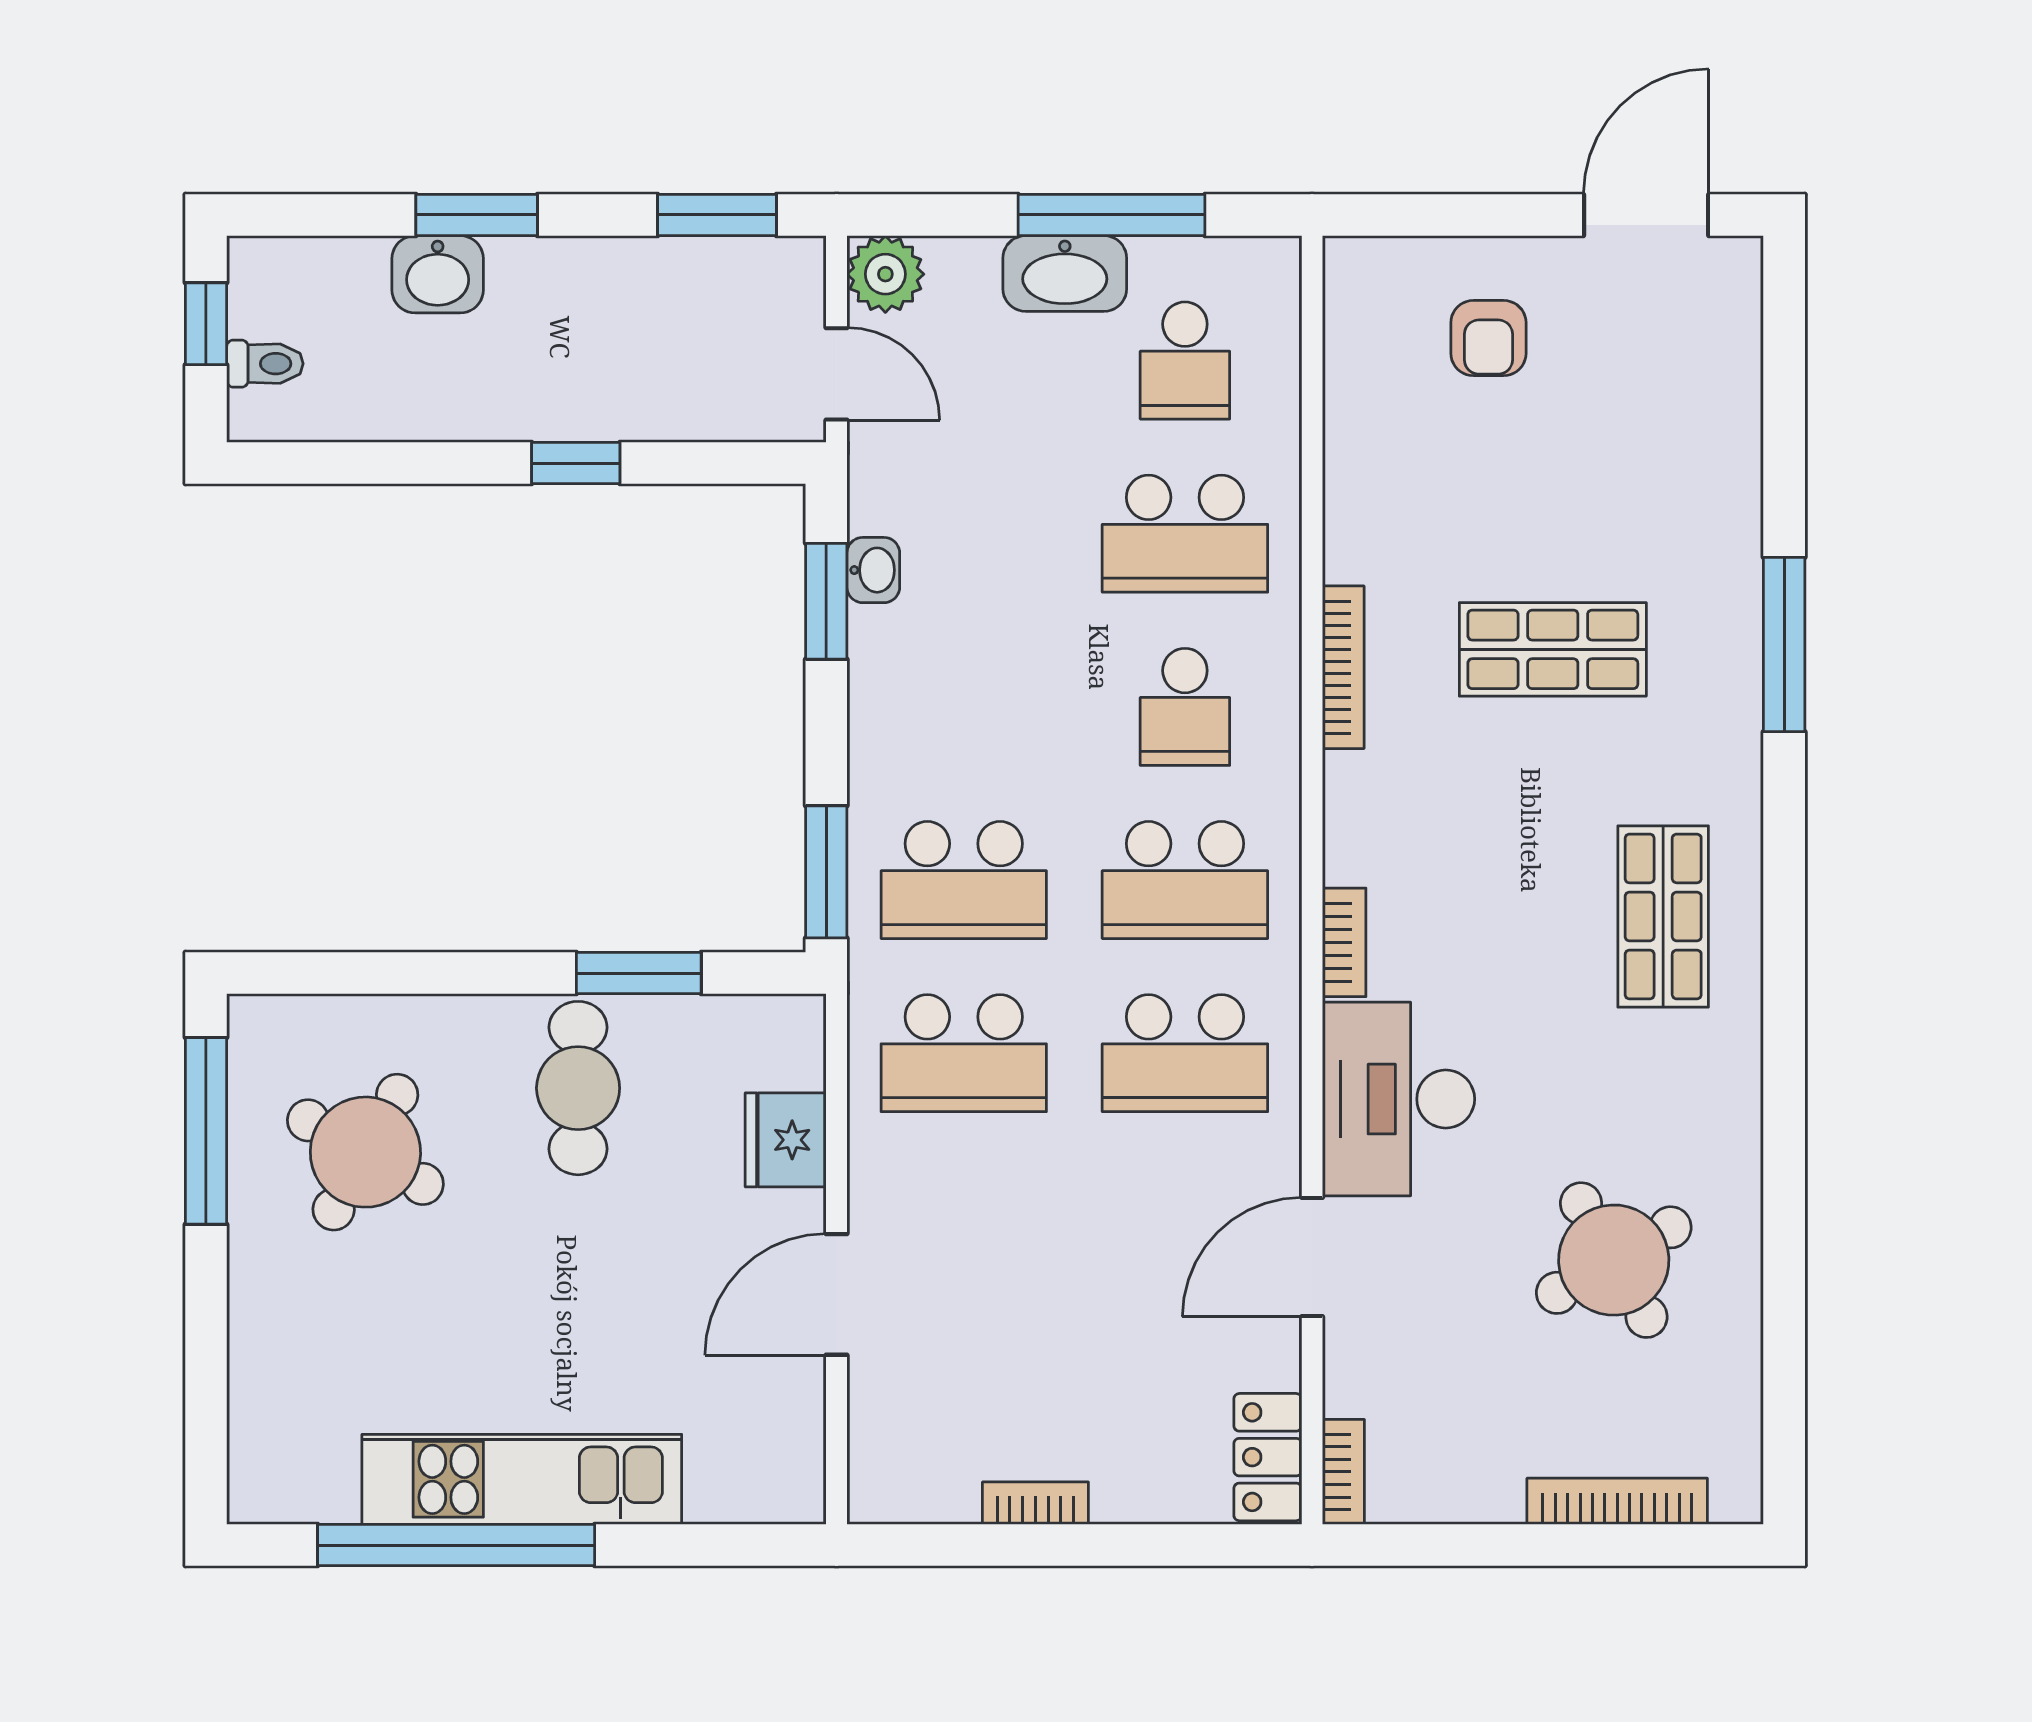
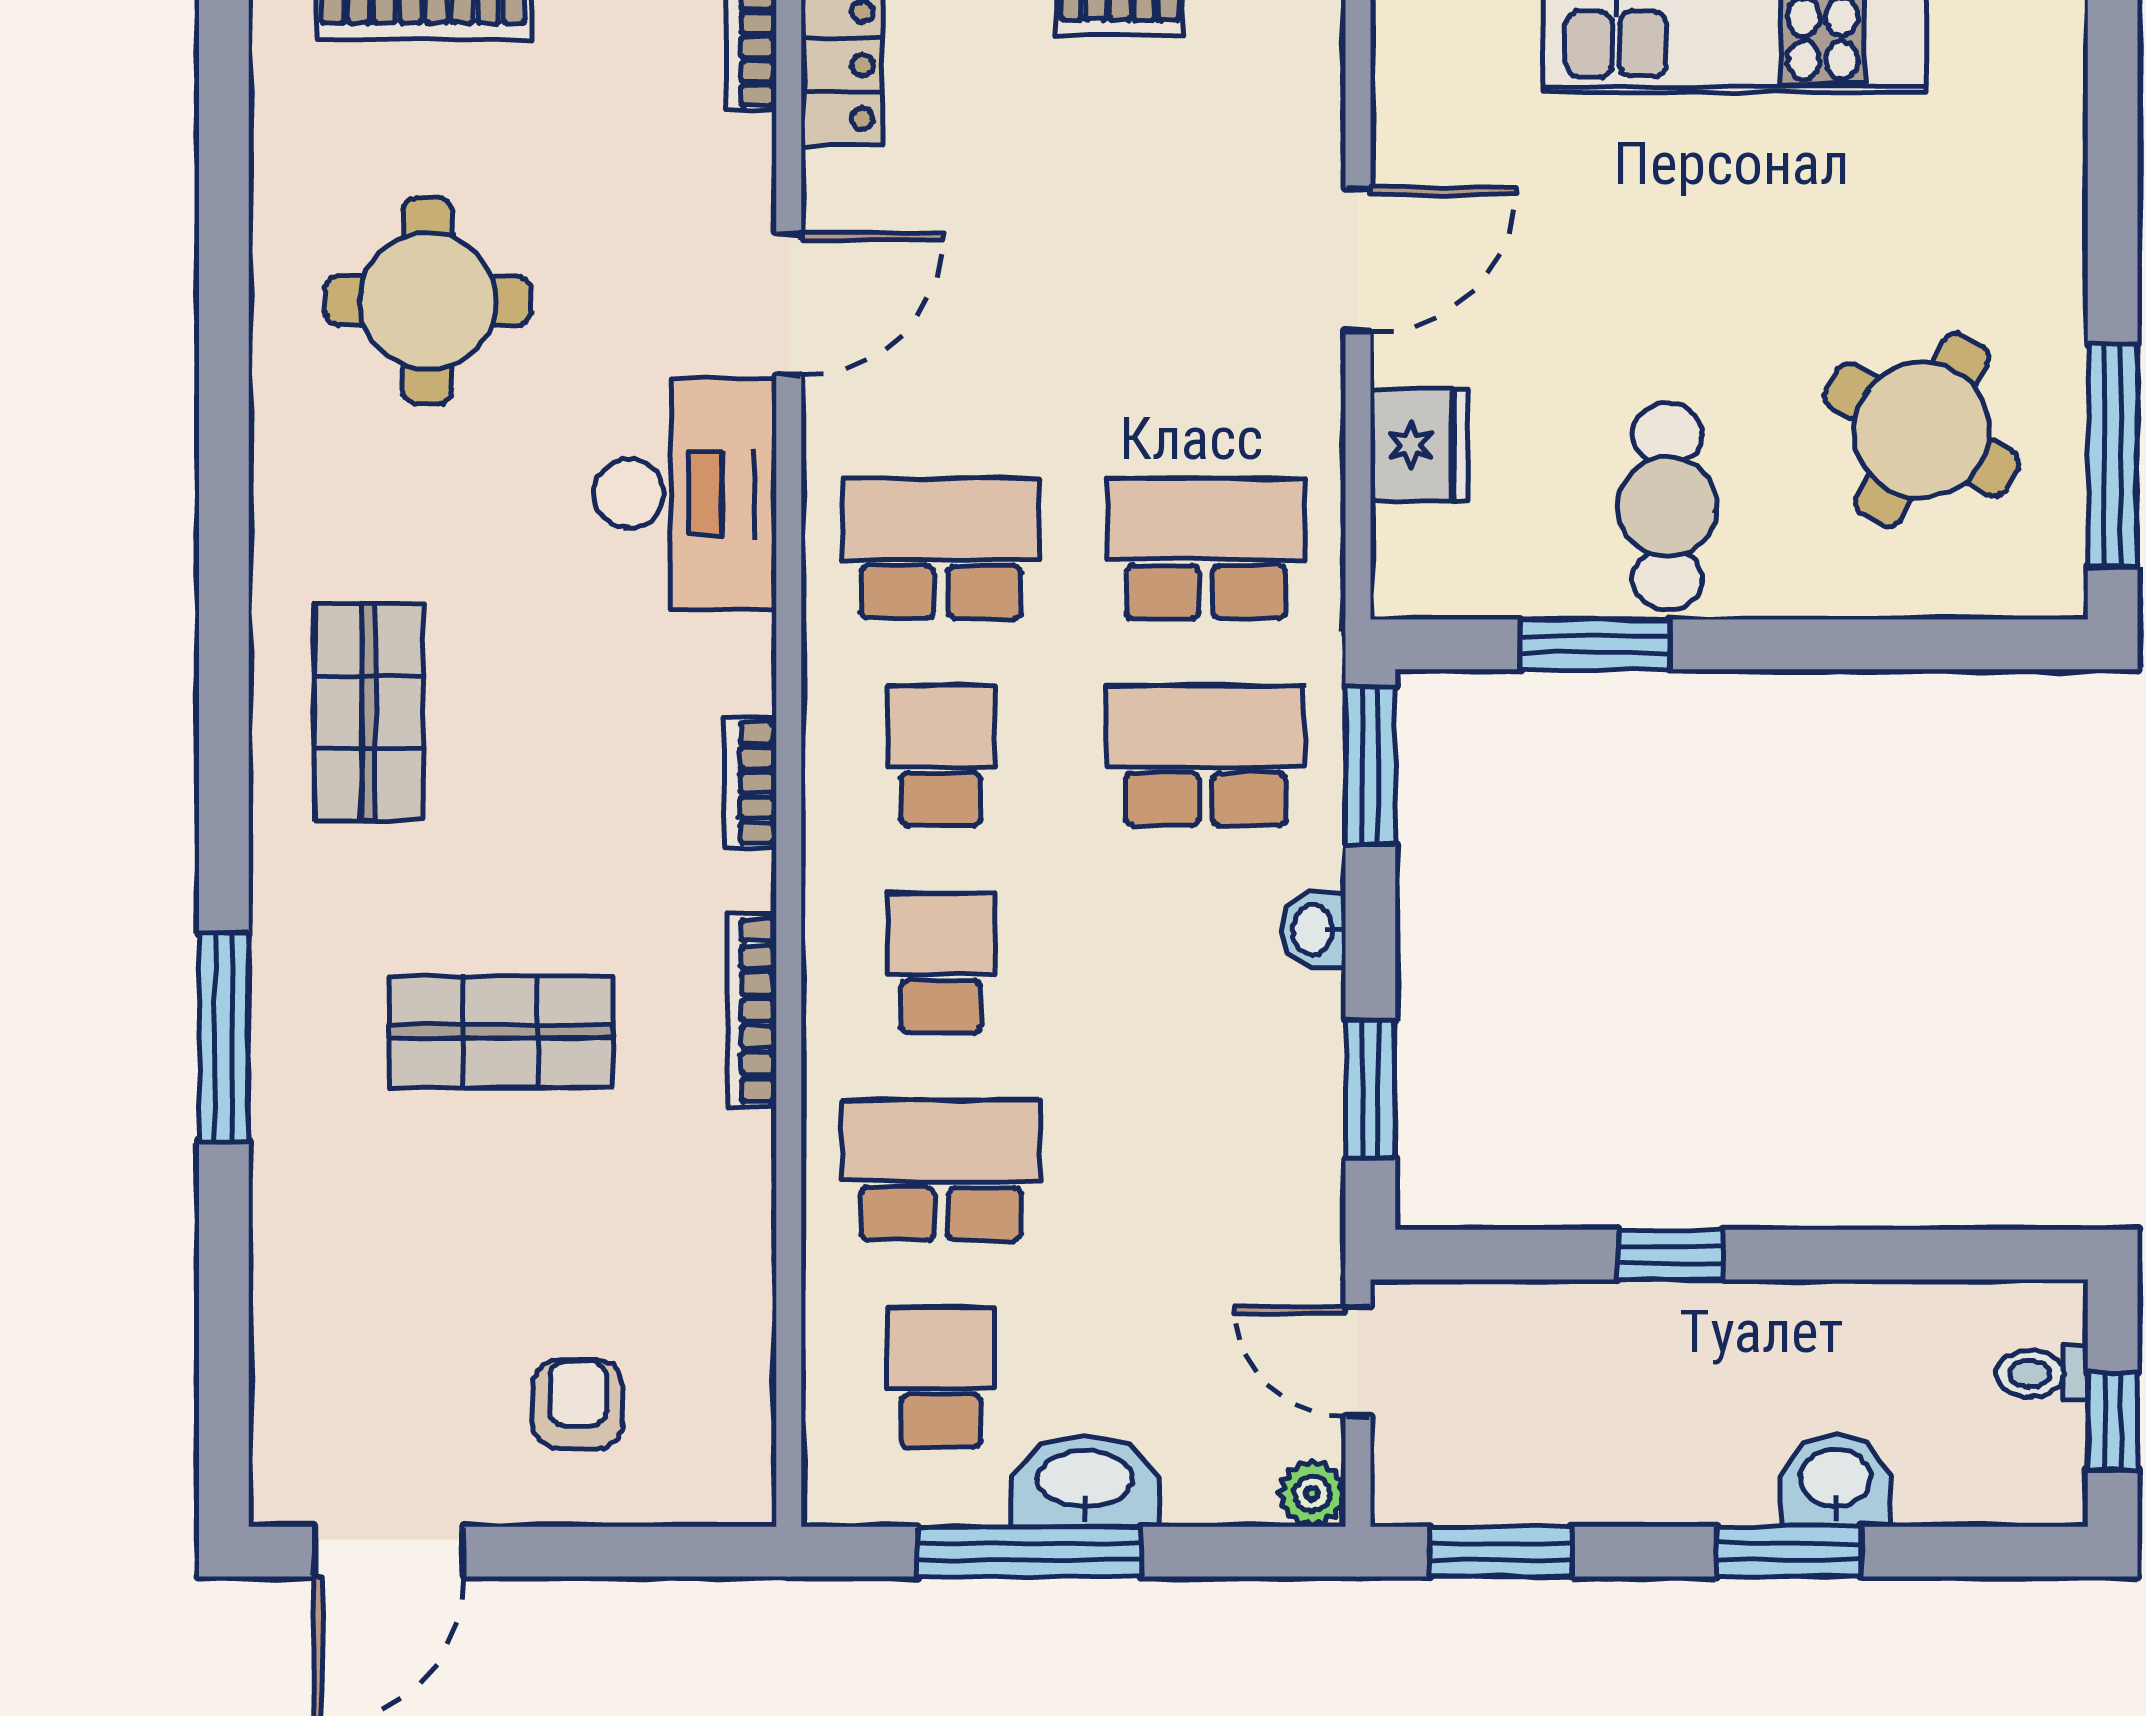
plant: (885, 274) -> (1312, 1493), width x0.73, depth x0.73
washbasin: (873, 570) -> (1314, 930), moved
school desk: (1185, 880) -> (941, 756), width x0.54
bookcase: (1344, 942) -> (750, 783), moved
round table: (1614, 1260) -> (428, 301), turned 30

